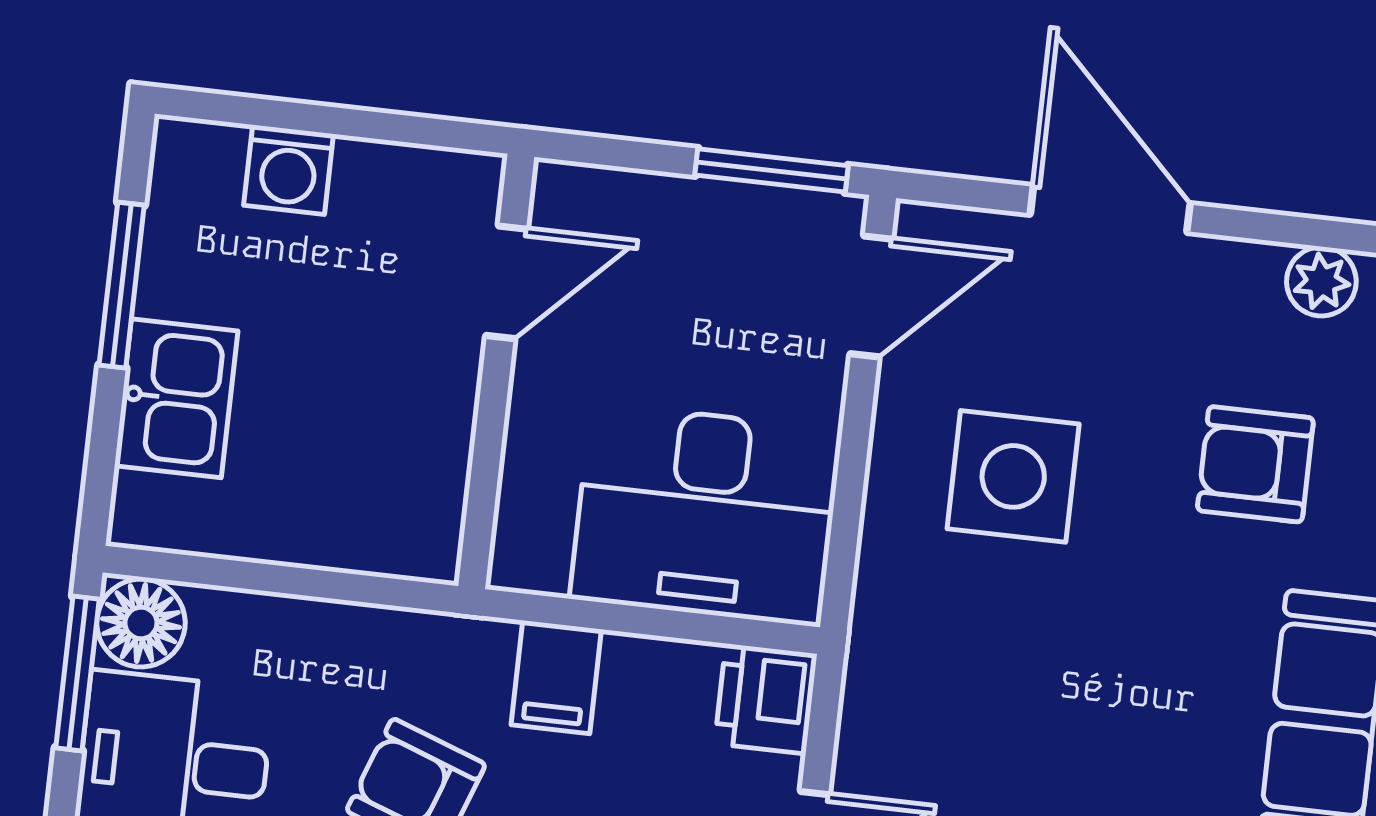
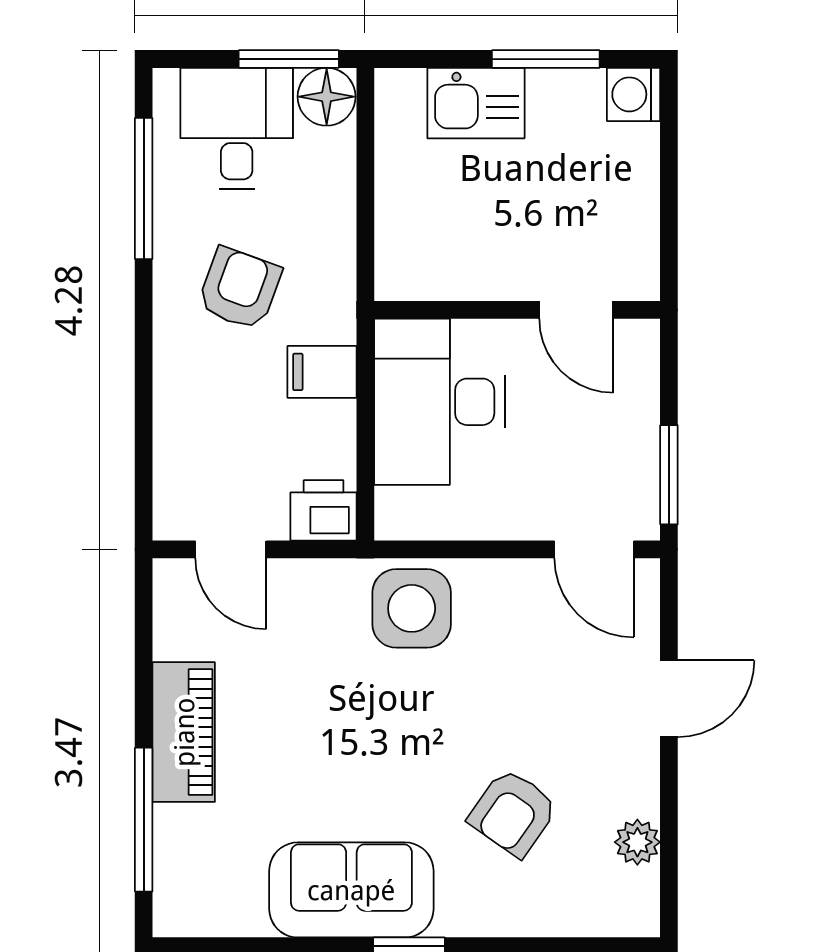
washing machine: (289, 170) -> (634, 94), moved
door: (1110, 209) -> (669, 699), width x0.73
armchair: (1255, 464) -> (513, 813), turned -145
side table: (1013, 476) -> (412, 608), moved
desk: (706, 514) -> (439, 402), moved

